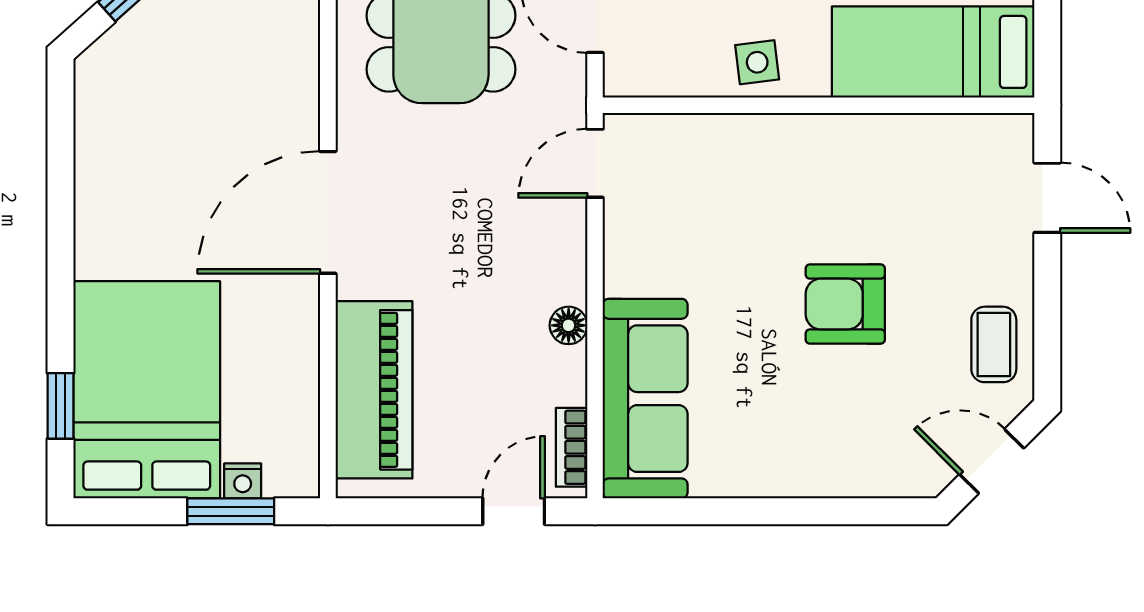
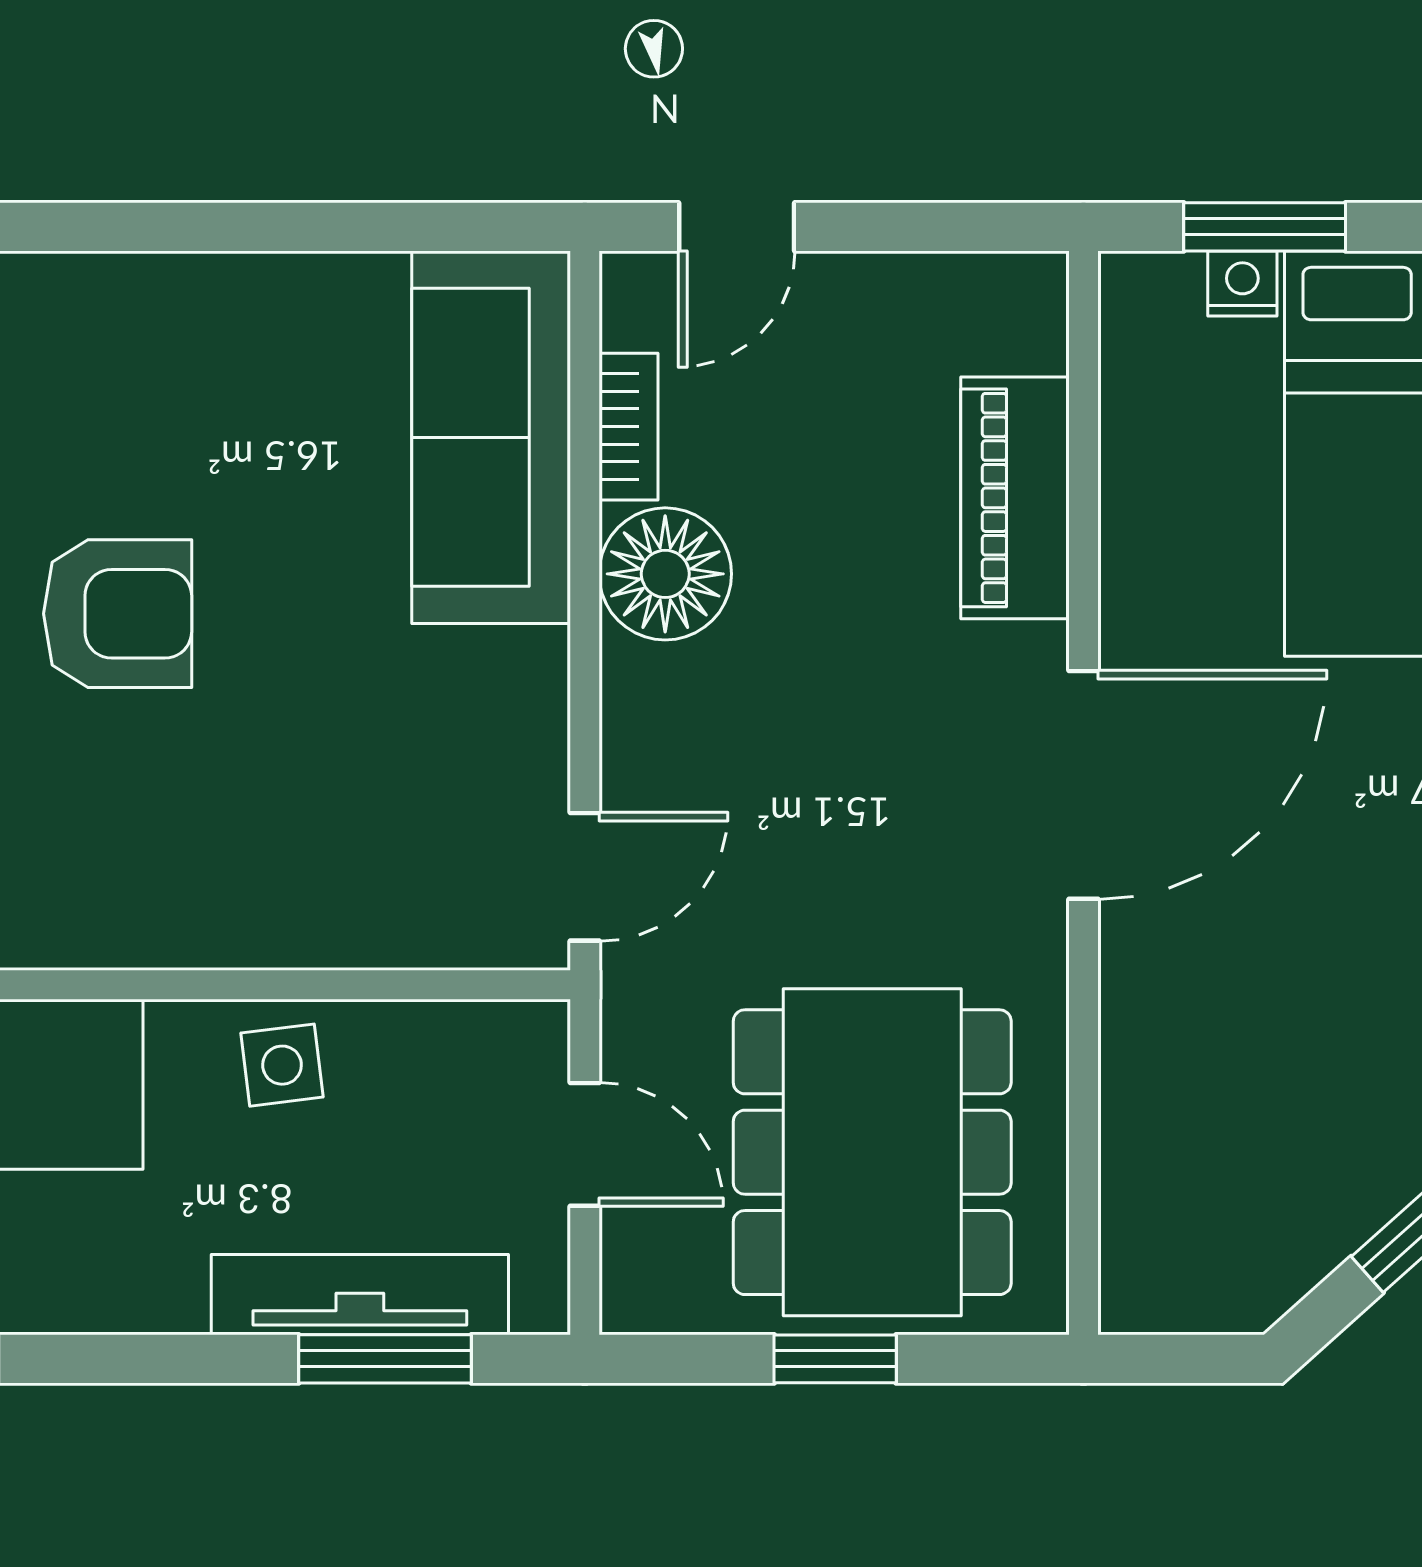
floor lamp: (569, 325) -> (665, 574), width x1.89, depth x1.89
piano: (374, 390) -> (1015, 498), width x0.73, depth x0.75
bookcase: (572, 447) -> (628, 427), moved

